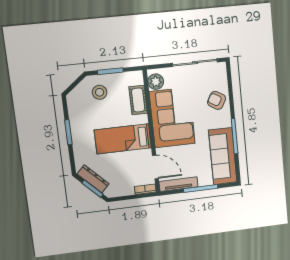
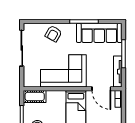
plant: (156, 82) -> (34, 81), removed
cot: (138, 100) -> (35, 96), moved
door: (155, 167) -> (101, 89), swing flipped

